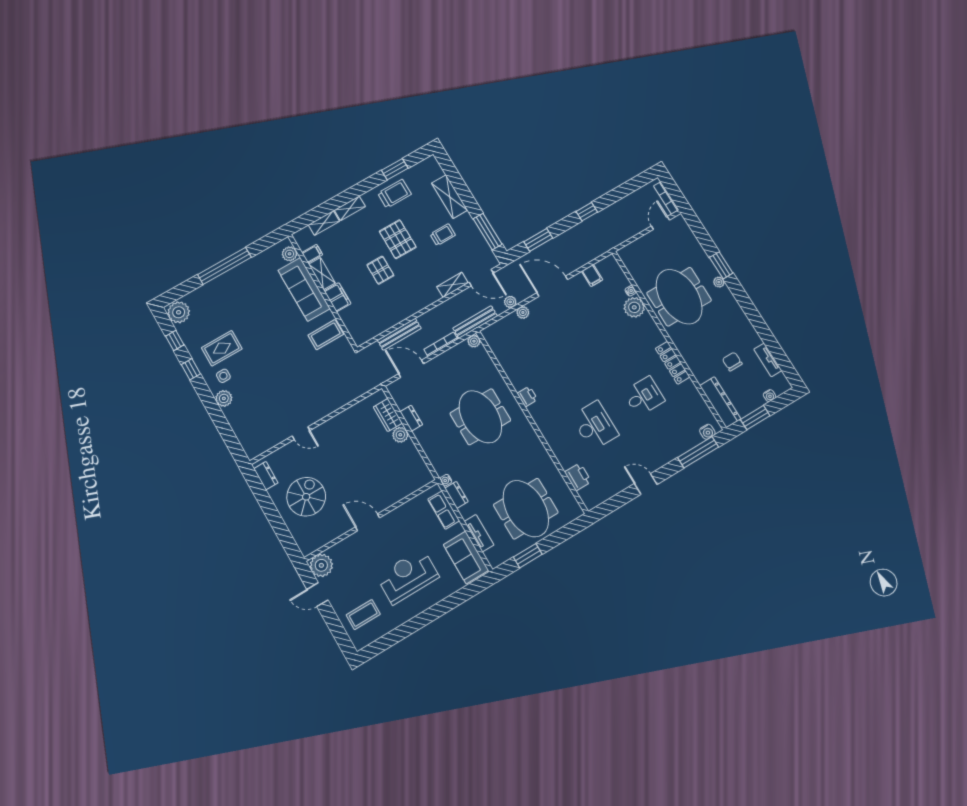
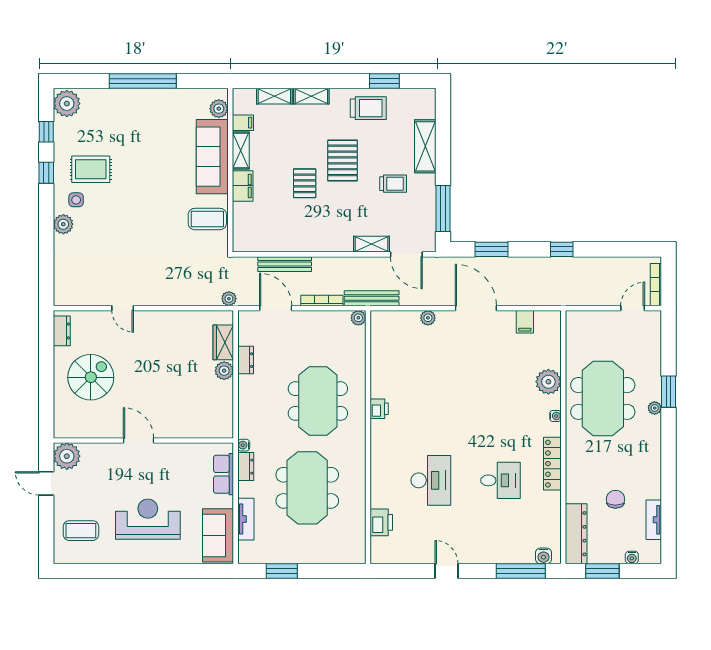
water cooler: (631, 291) -> (555, 416), moved
plant: (510, 302) -> (229, 299), moved
meeting table: (526, 509) -> (307, 488), moved

